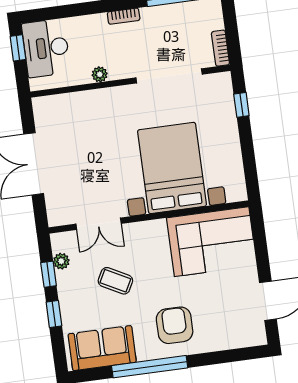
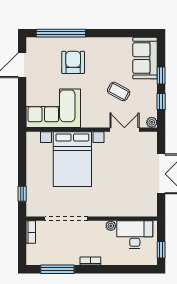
desk: (46, 48) -> (135, 235), moved, turned -90
plant: (61, 261) -> (152, 122), moved
armchair: (175, 325) -> (73, 62), moved, turned 180
sofa: (102, 348) -> (145, 58), moved, turned 90
window: (150, 367) -> (61, 33), moved

